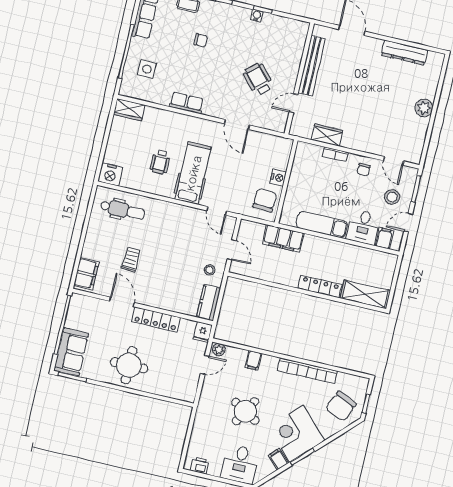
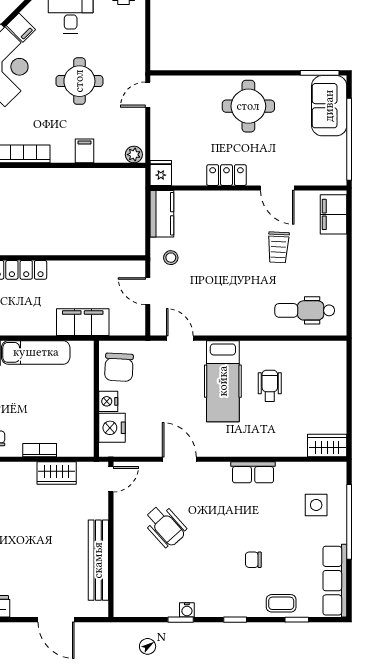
door: (294, 103) -> (111, 479), moved
nightstand: (110, 174) -> (112, 428), moved, turned -90
locker: (156, 320) -> (227, 175), width x0.66
door: (205, 365) -> (148, 95), moved
round table: (245, 411) -> (79, 81), turned -30

